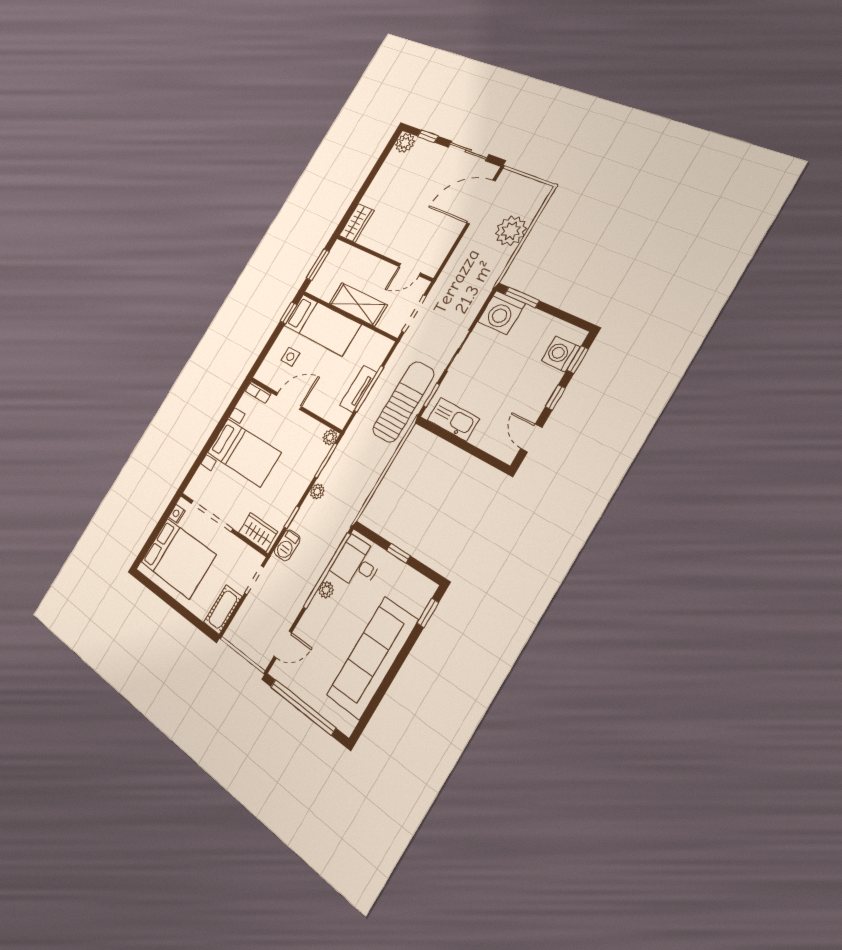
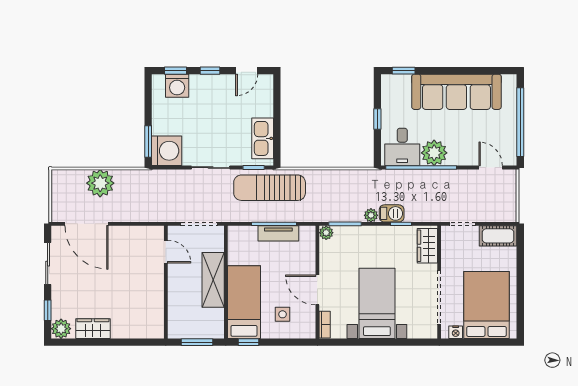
wardrobe: (357, 223) -> (93, 329), moved
barbecue: (287, 545) -> (392, 213), moved
plant: (326, 590) -> (434, 153), width x1.87, depth x1.87

